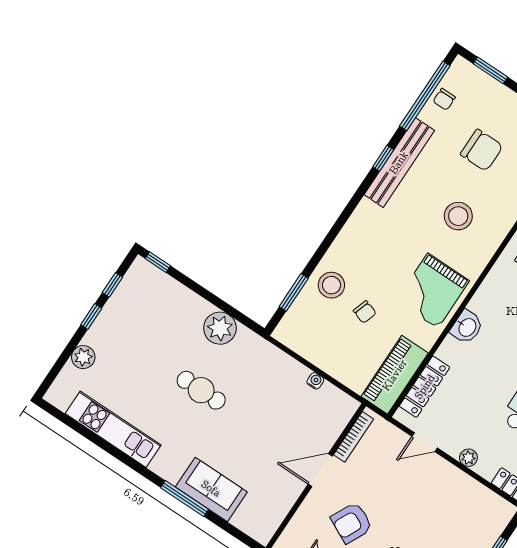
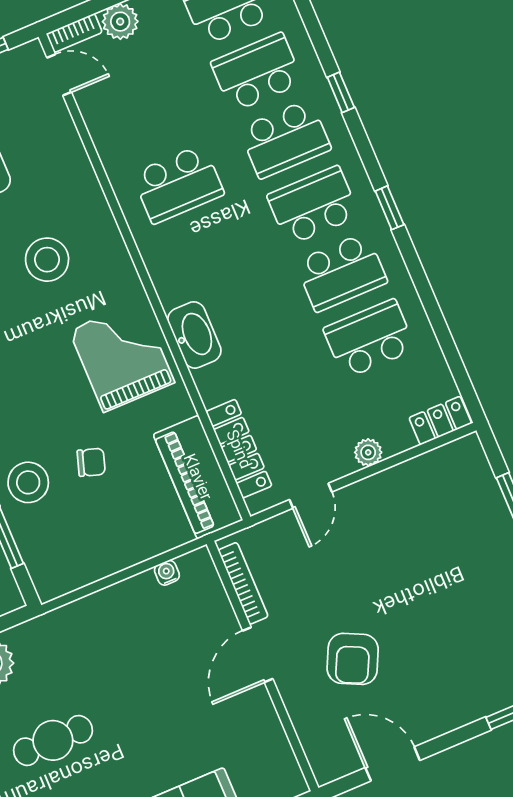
grand piano: (433, 291) -> (122, 356), turned 180
washbasin: (467, 327) -> (194, 335), width x1.38
water cooler: (315, 381) -> (167, 573), moved

